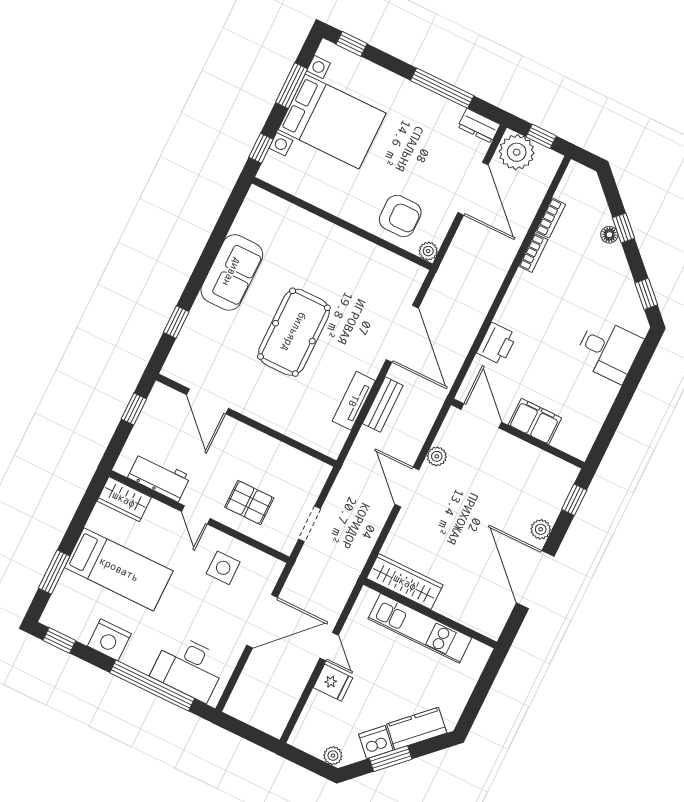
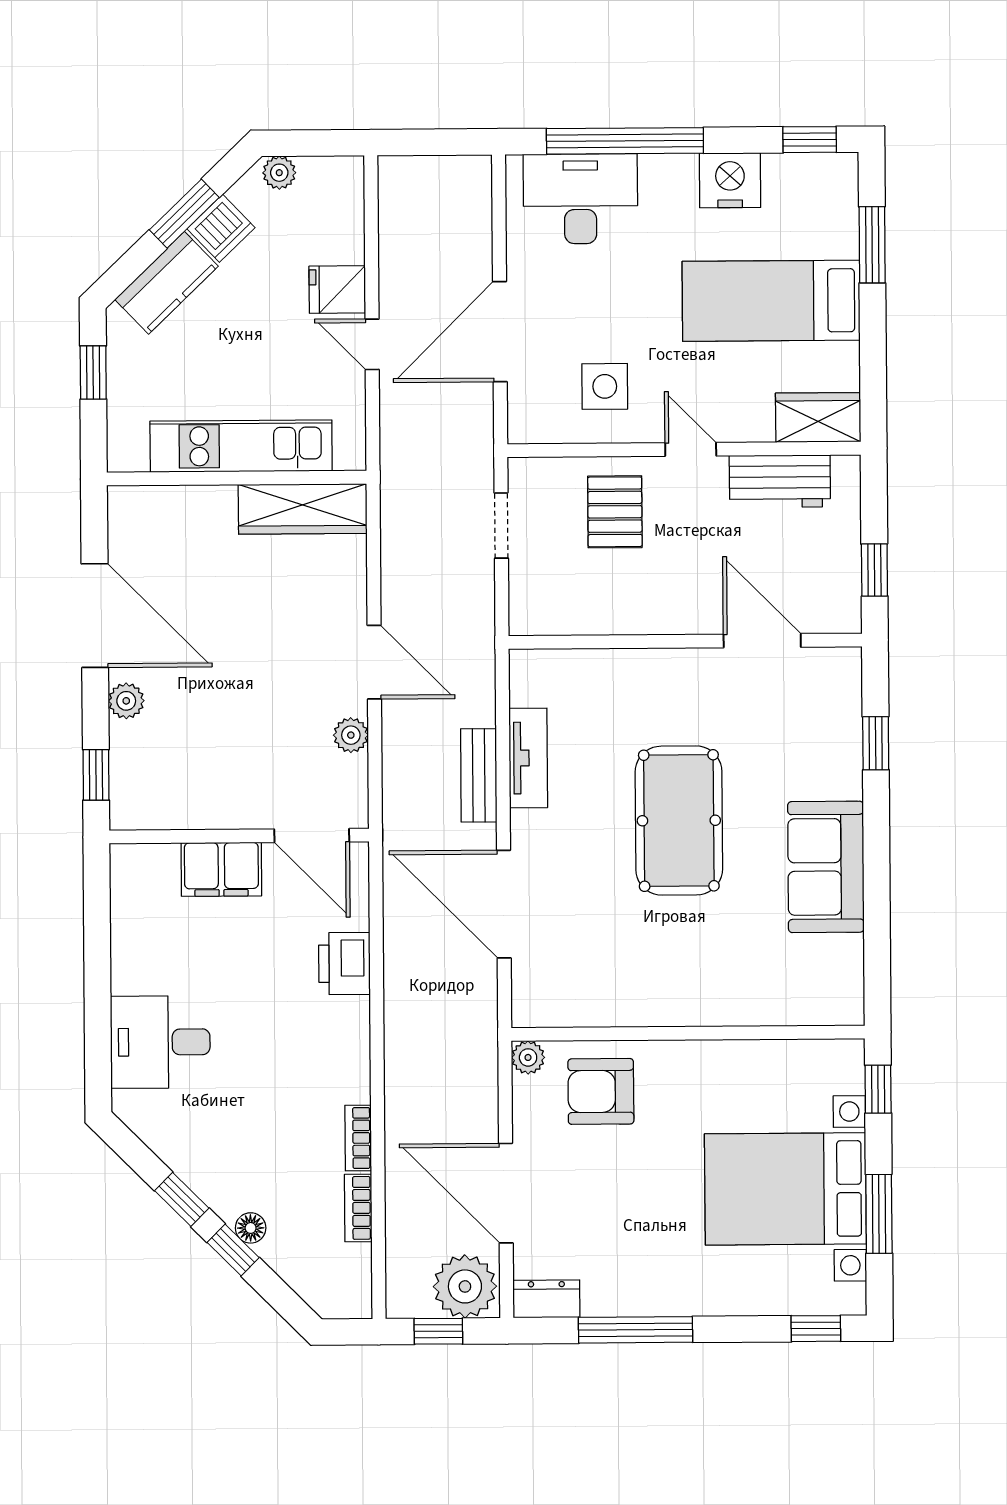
window: (646, 294) -> (182, 1199), moved
pallet: (249, 503) -> (615, 512), turned 90
window: (476, 702) -> (93, 372), added

